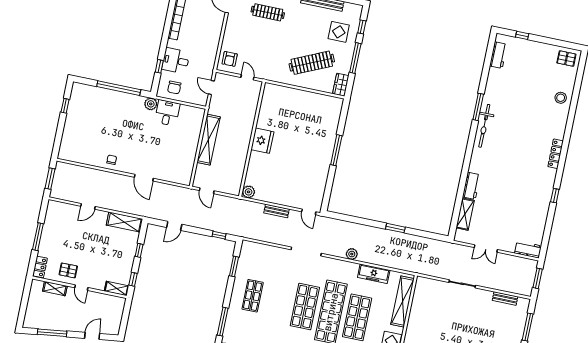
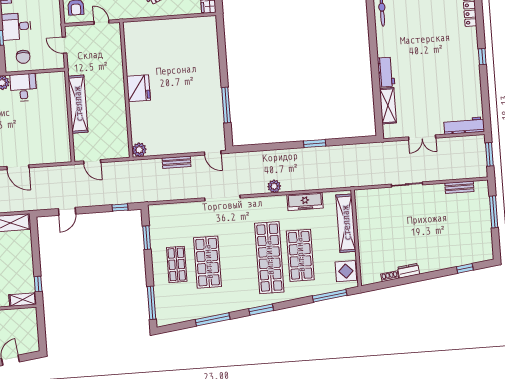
window: (336, 150) -> (226, 105), moved
window: (139, 250) -> (36, 250), removed
workbench: (528, 250) -> (464, 126), width x1.38
shop shelf: (305, 307) -> (208, 262), moved

